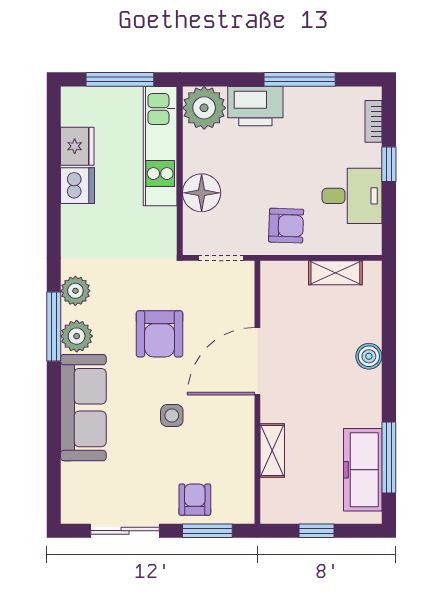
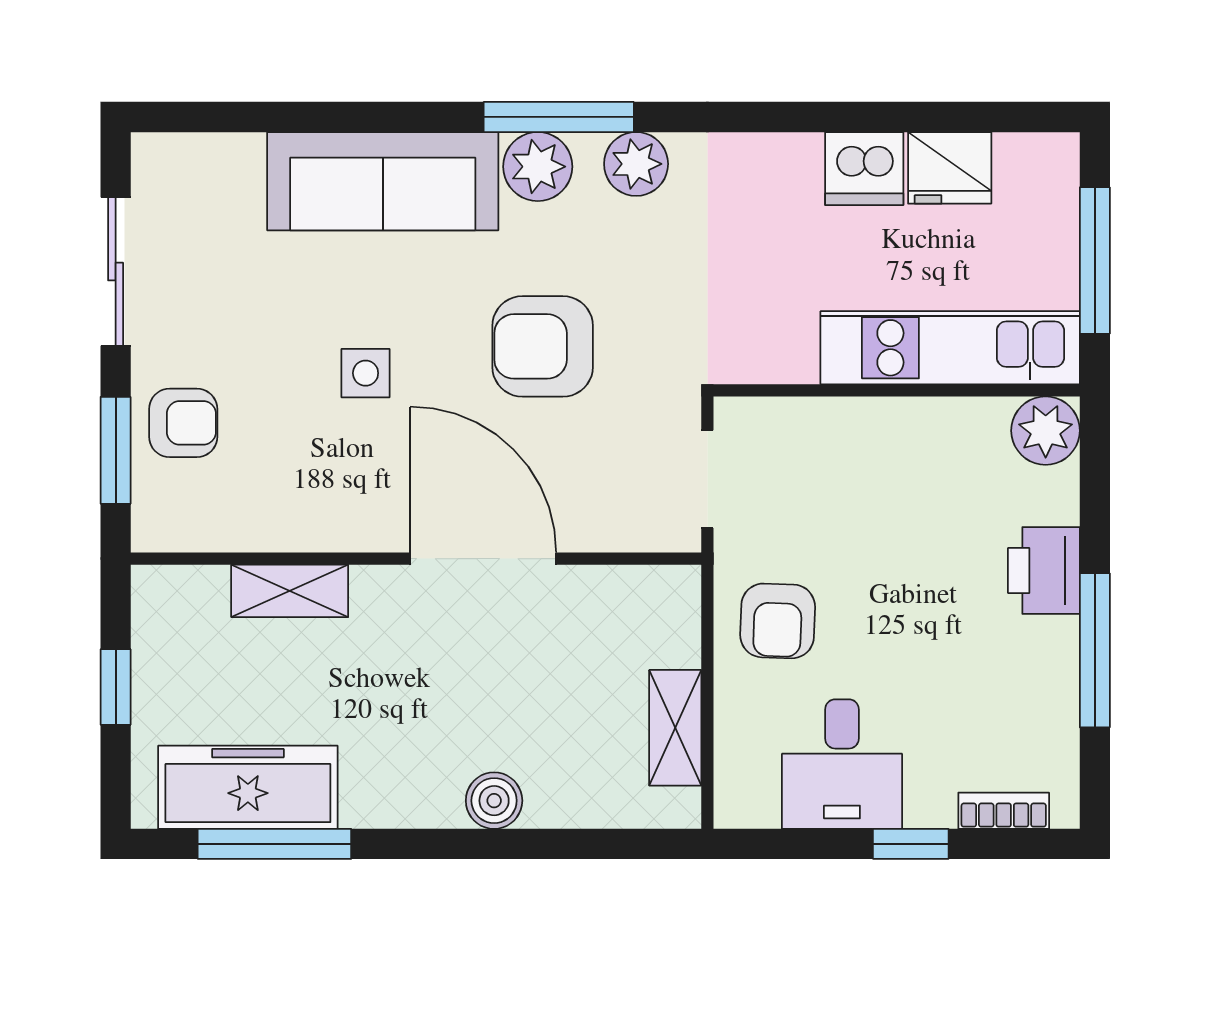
printer: (255, 106) -> (1044, 571), width x0.73, depth x0.84
plant: (204, 108) -> (1046, 431), width x0.73, depth x0.73
floor lamp: (202, 193) -> (849, 438), removed

